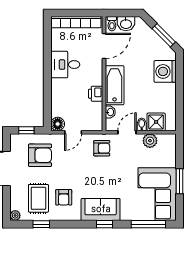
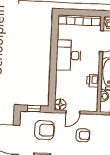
desk: (65, 65) -> (69, 55), width x1.37
armchair: (102, 148) -> (83, 135), moved

